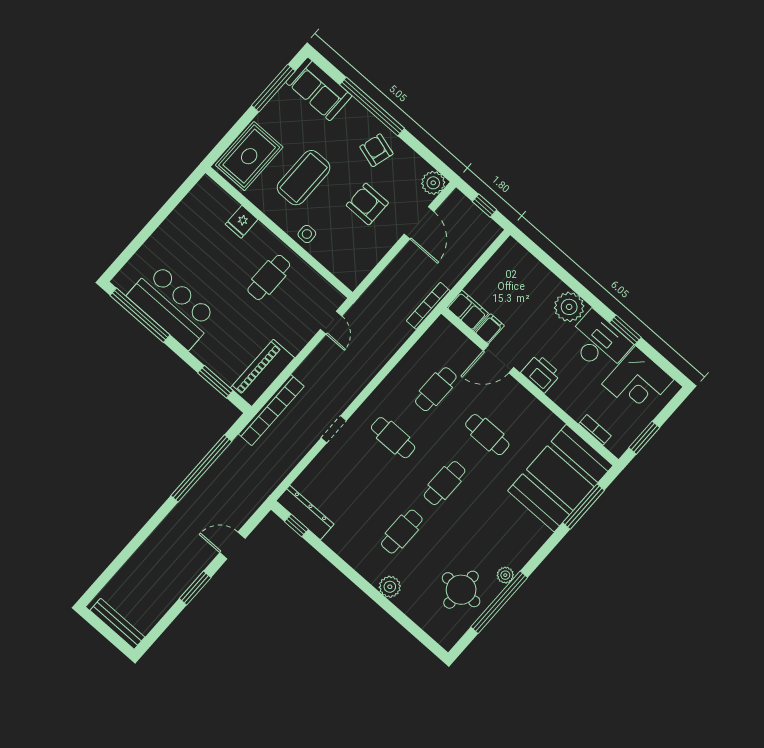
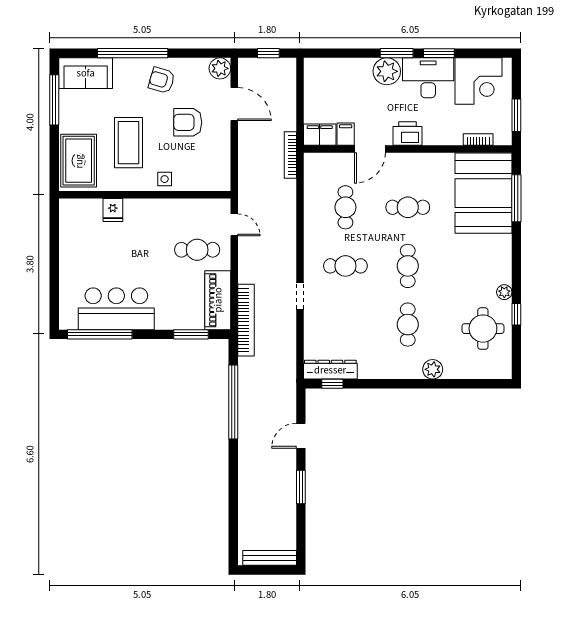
cafe table: (269, 277) -> (197, 250), moved, turned 90
window: (591, 299) -> (397, 53), added
window: (499, 602) -> (516, 314), width x0.32

